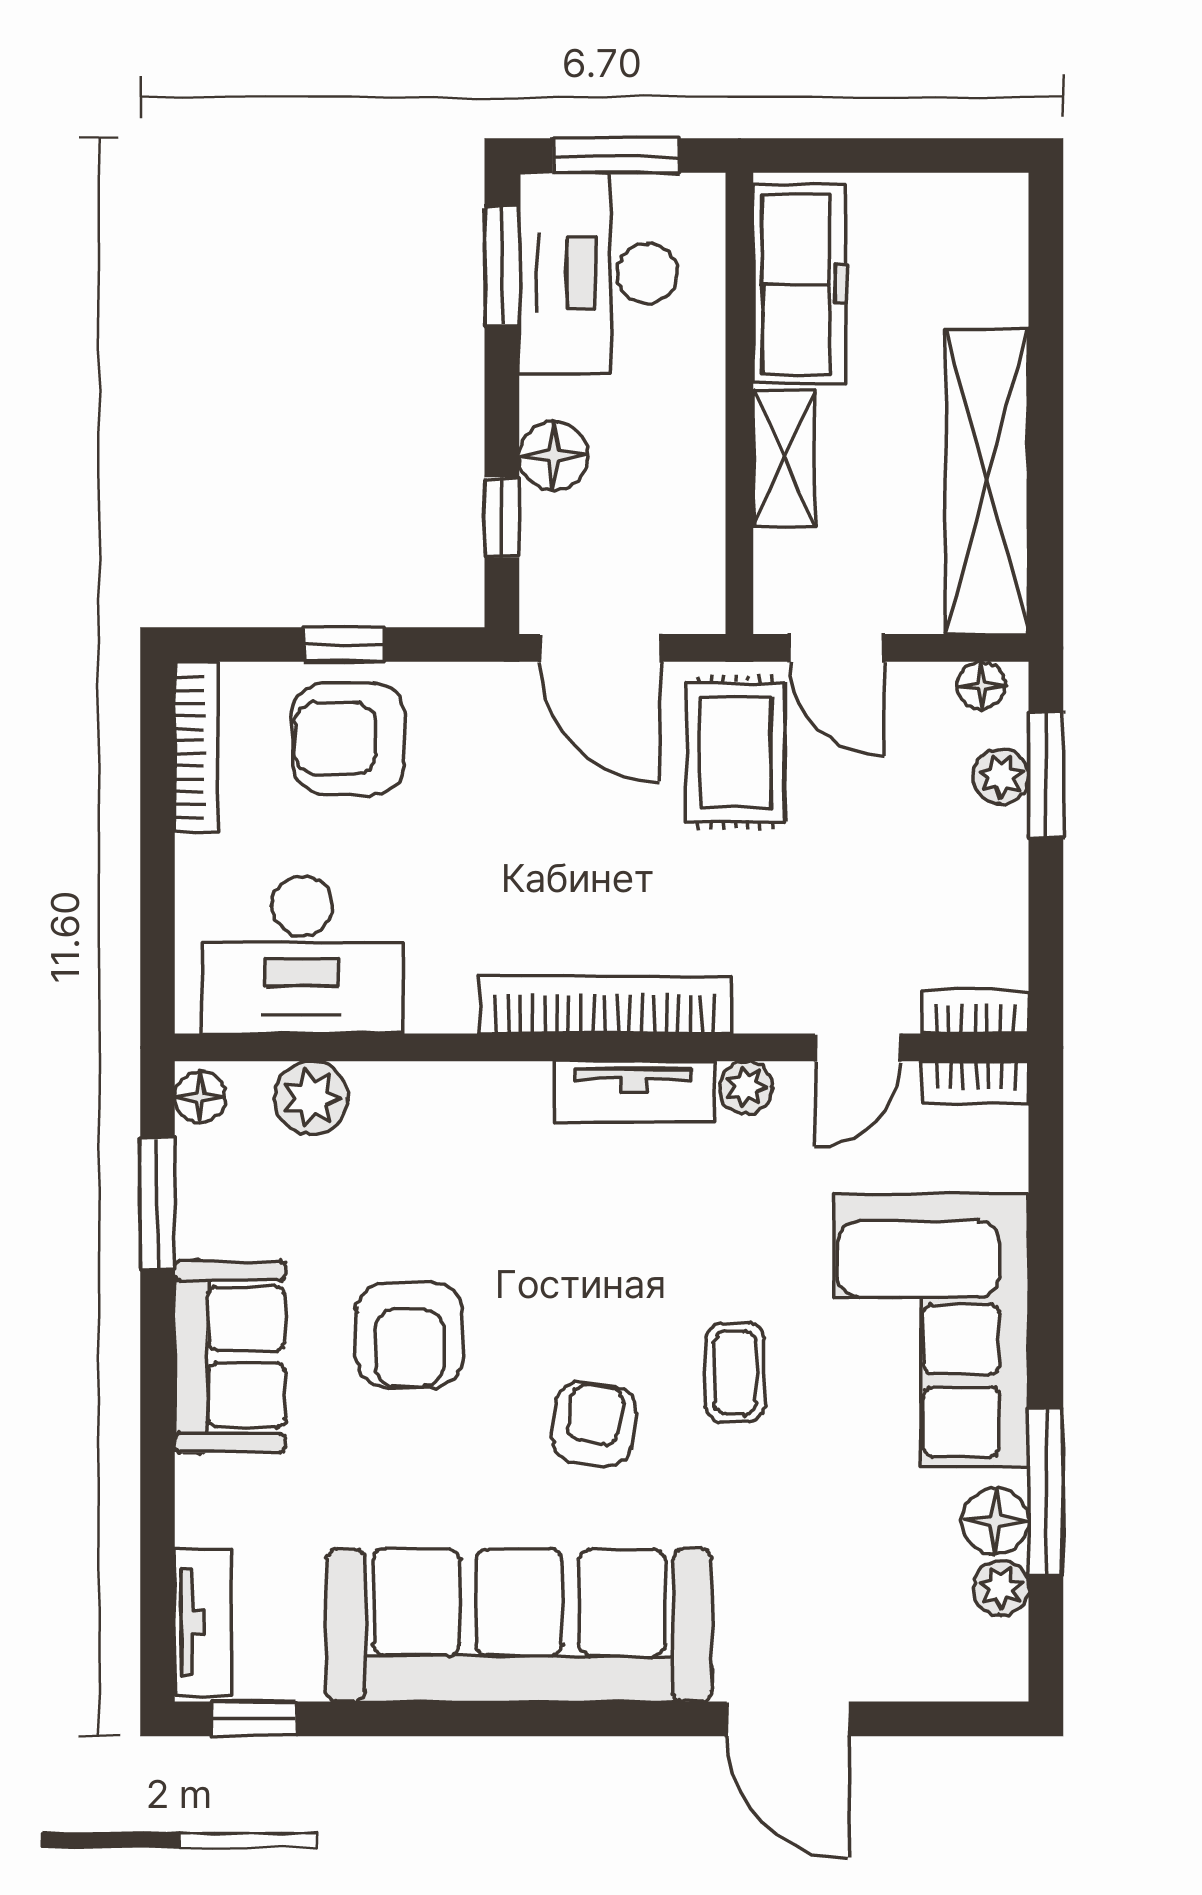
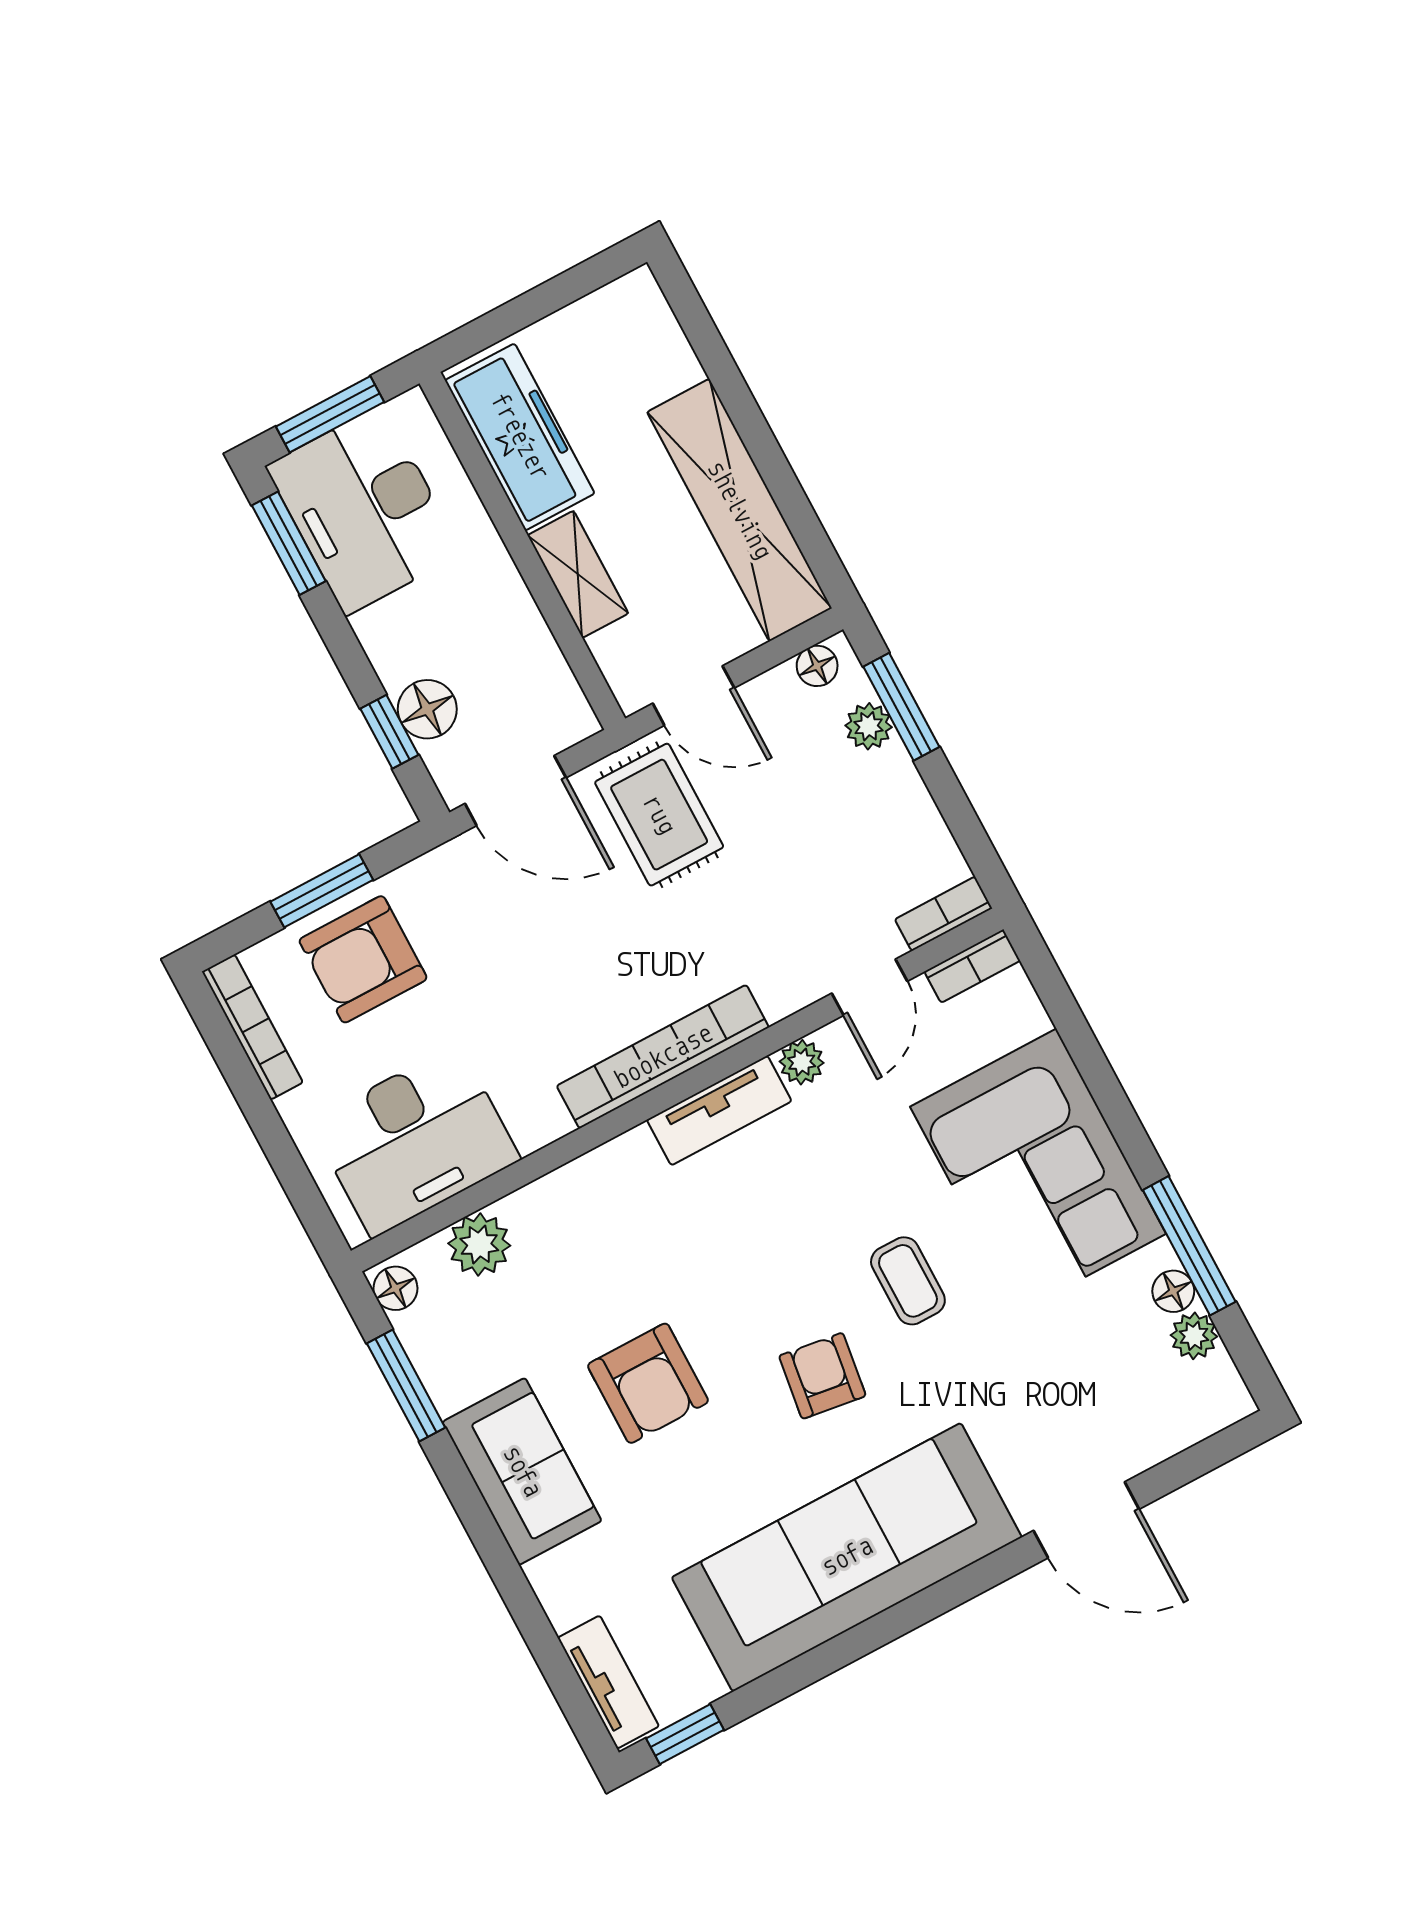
floor lamp: (554, 456) -> (427, 709), moved
window: (344, 645) -> (322, 891), width x1.50
floor lamp: (995, 1521) -> (1173, 1291), width x0.73, depth x0.73

